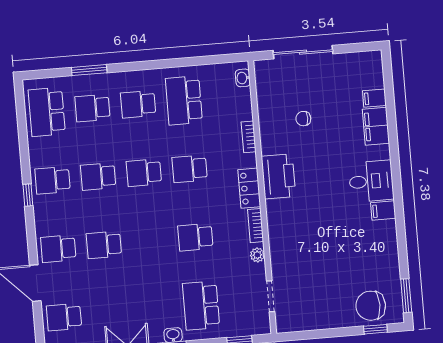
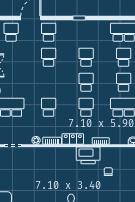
printer: (278, 176) -> (88, 155), moved
school desk: (53, 180) -> (86, 32), removed

